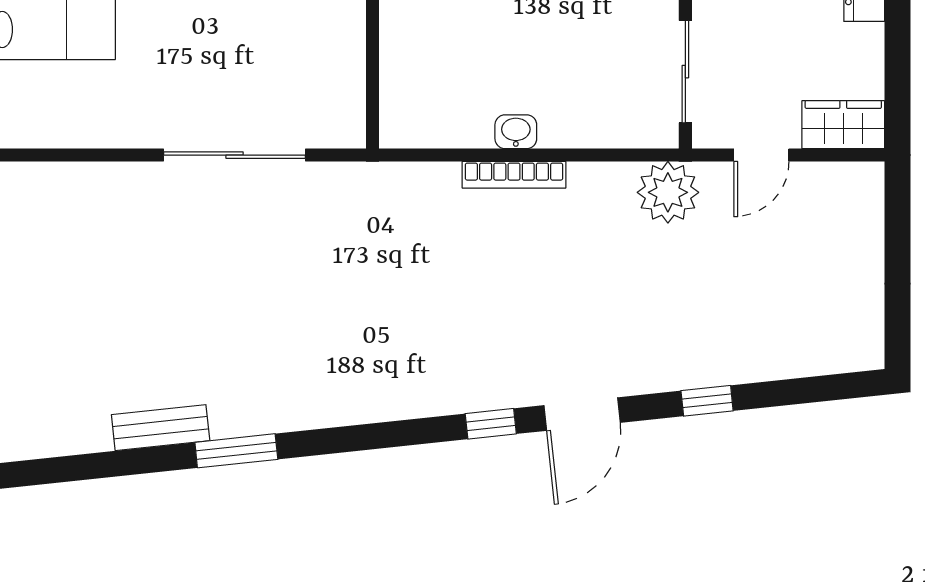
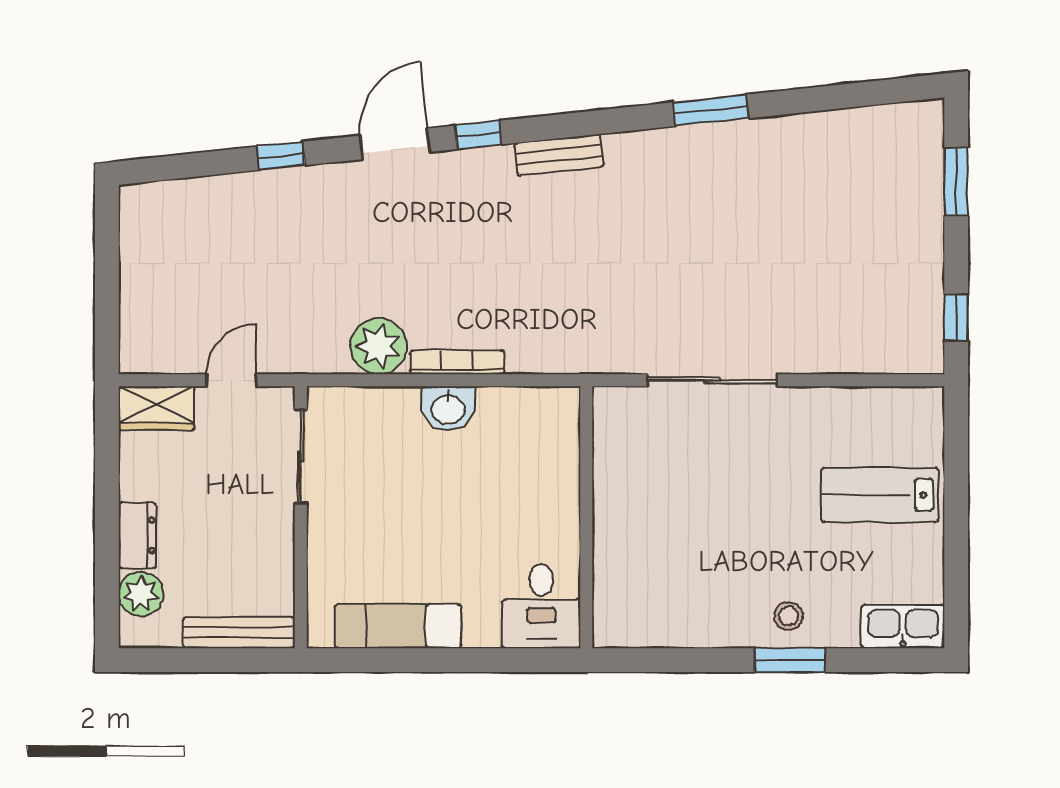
washbasin: (516, 132) -> (448, 408), width x1.38, depth x1.45
plant: (668, 192) -> (378, 346), moved
bench: (161, 428) -> (559, 155), moved

